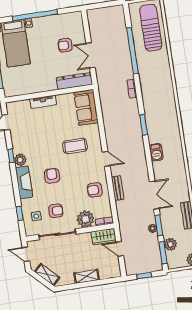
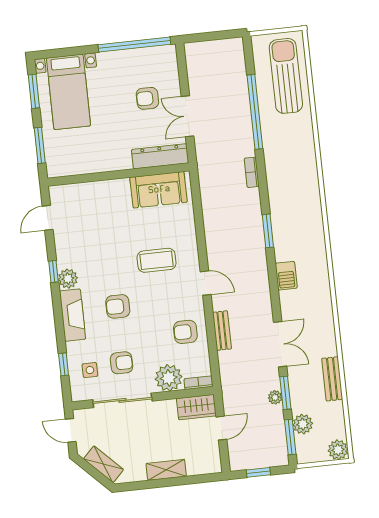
window: (35, 15) -> (134, 45), moved
tv unit: (43, 102) -> (109, 187), removed
sofa: (86, 107) -> (159, 190), moved, turned -90
armchair: (52, 176) -> (118, 306), turned -90
door: (120, 249) -> (221, 428), swing flipped

